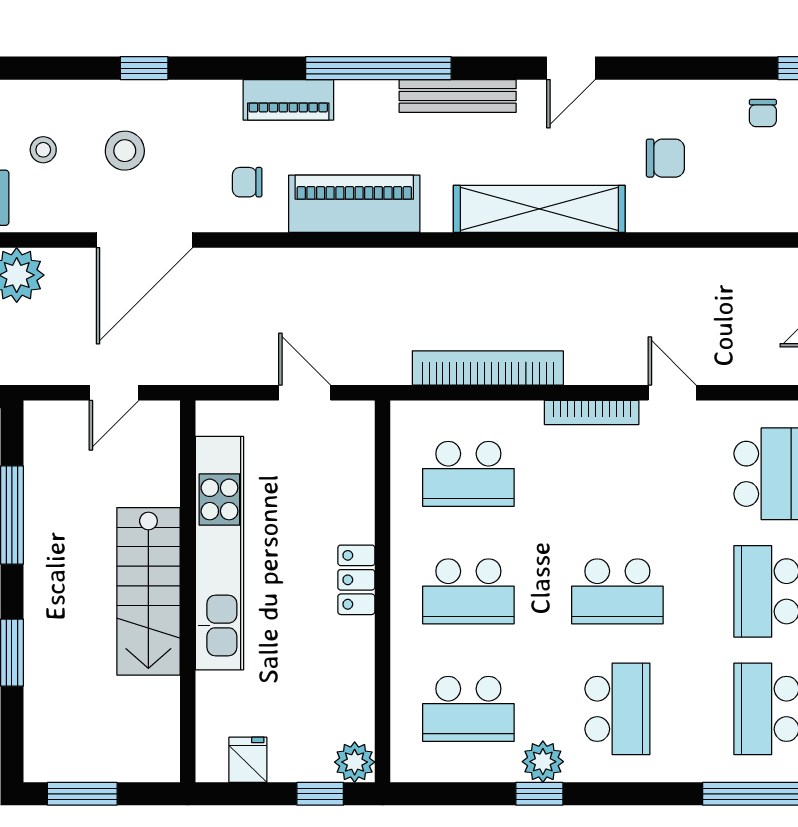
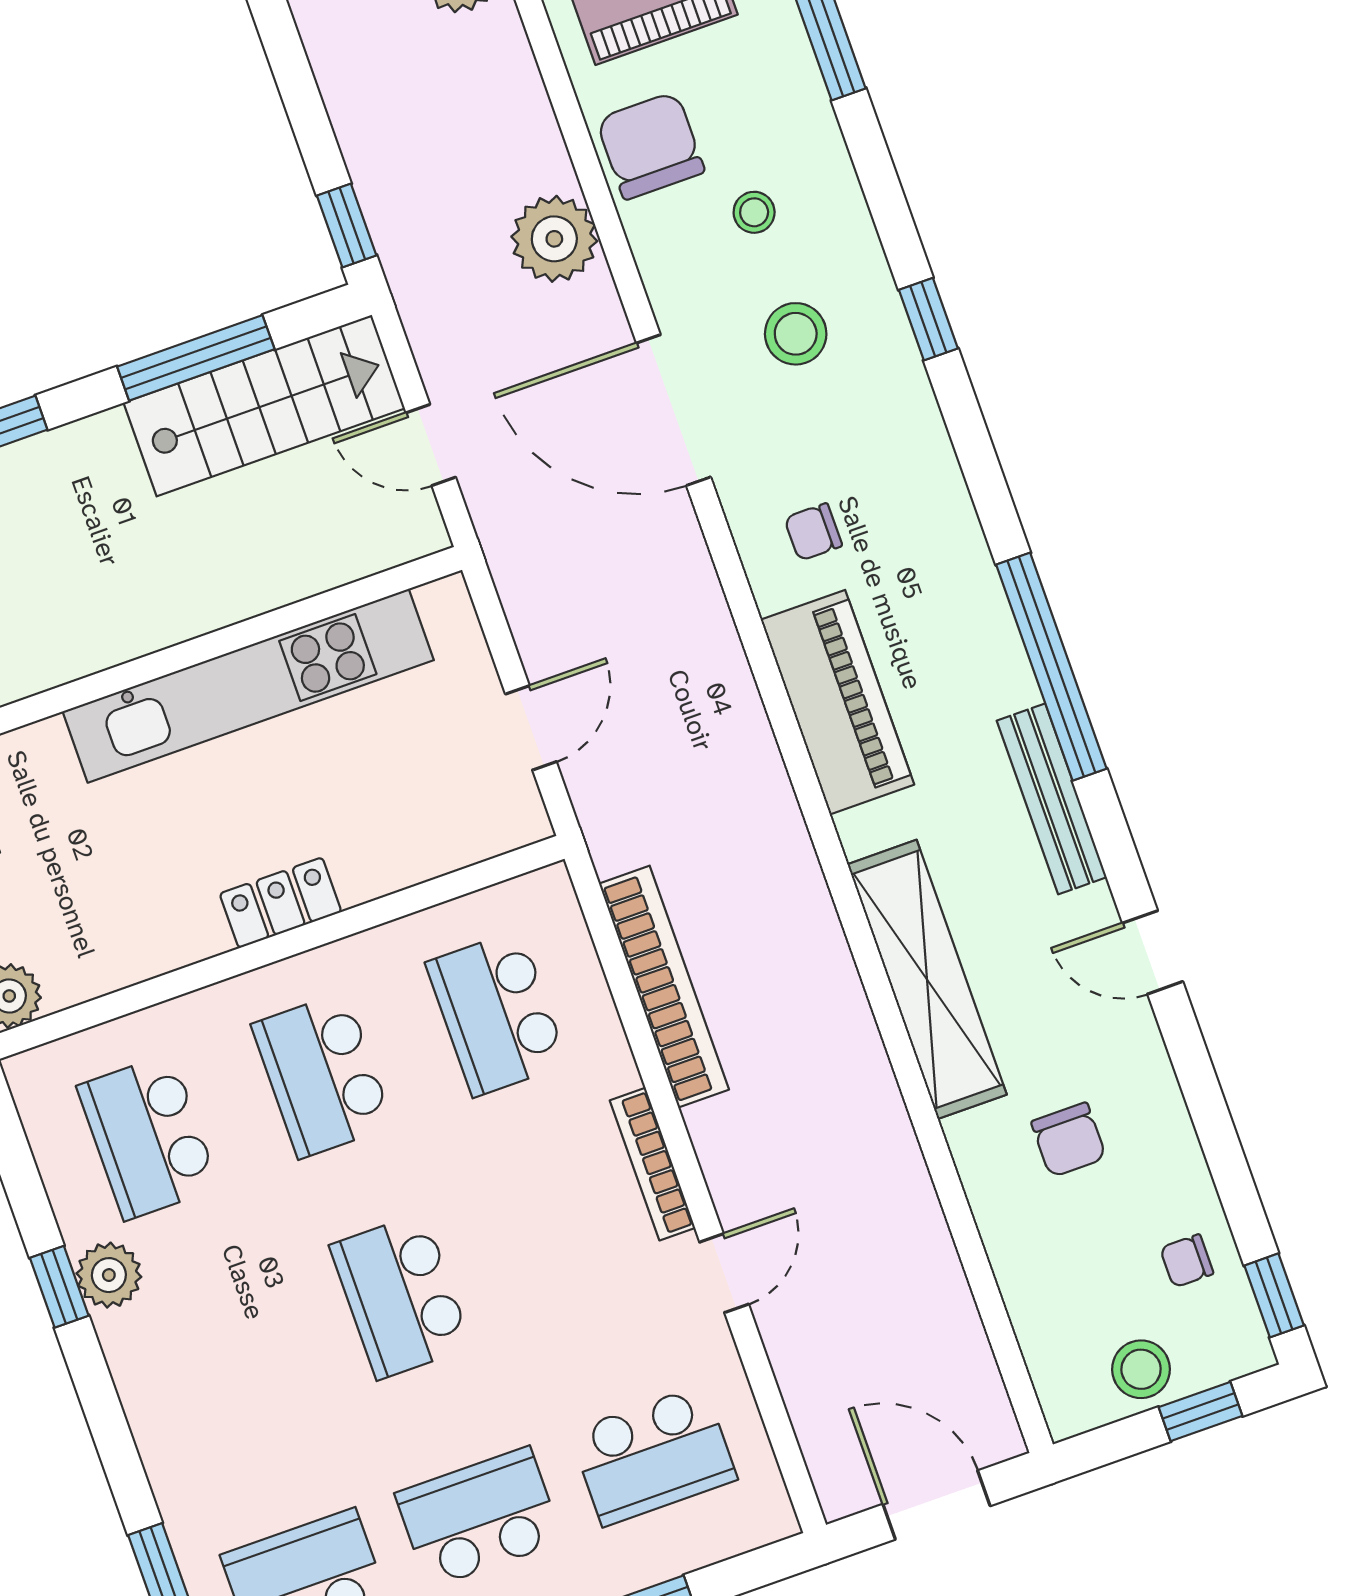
piano: (288, 100) -> (957, 550), removed
chair: (247, 182) -> (813, 532), turned -90
stairs: (148, 591) -> (264, 406), moved, turned 180
school desk: (617, 709) -> (226, 1358), removed

